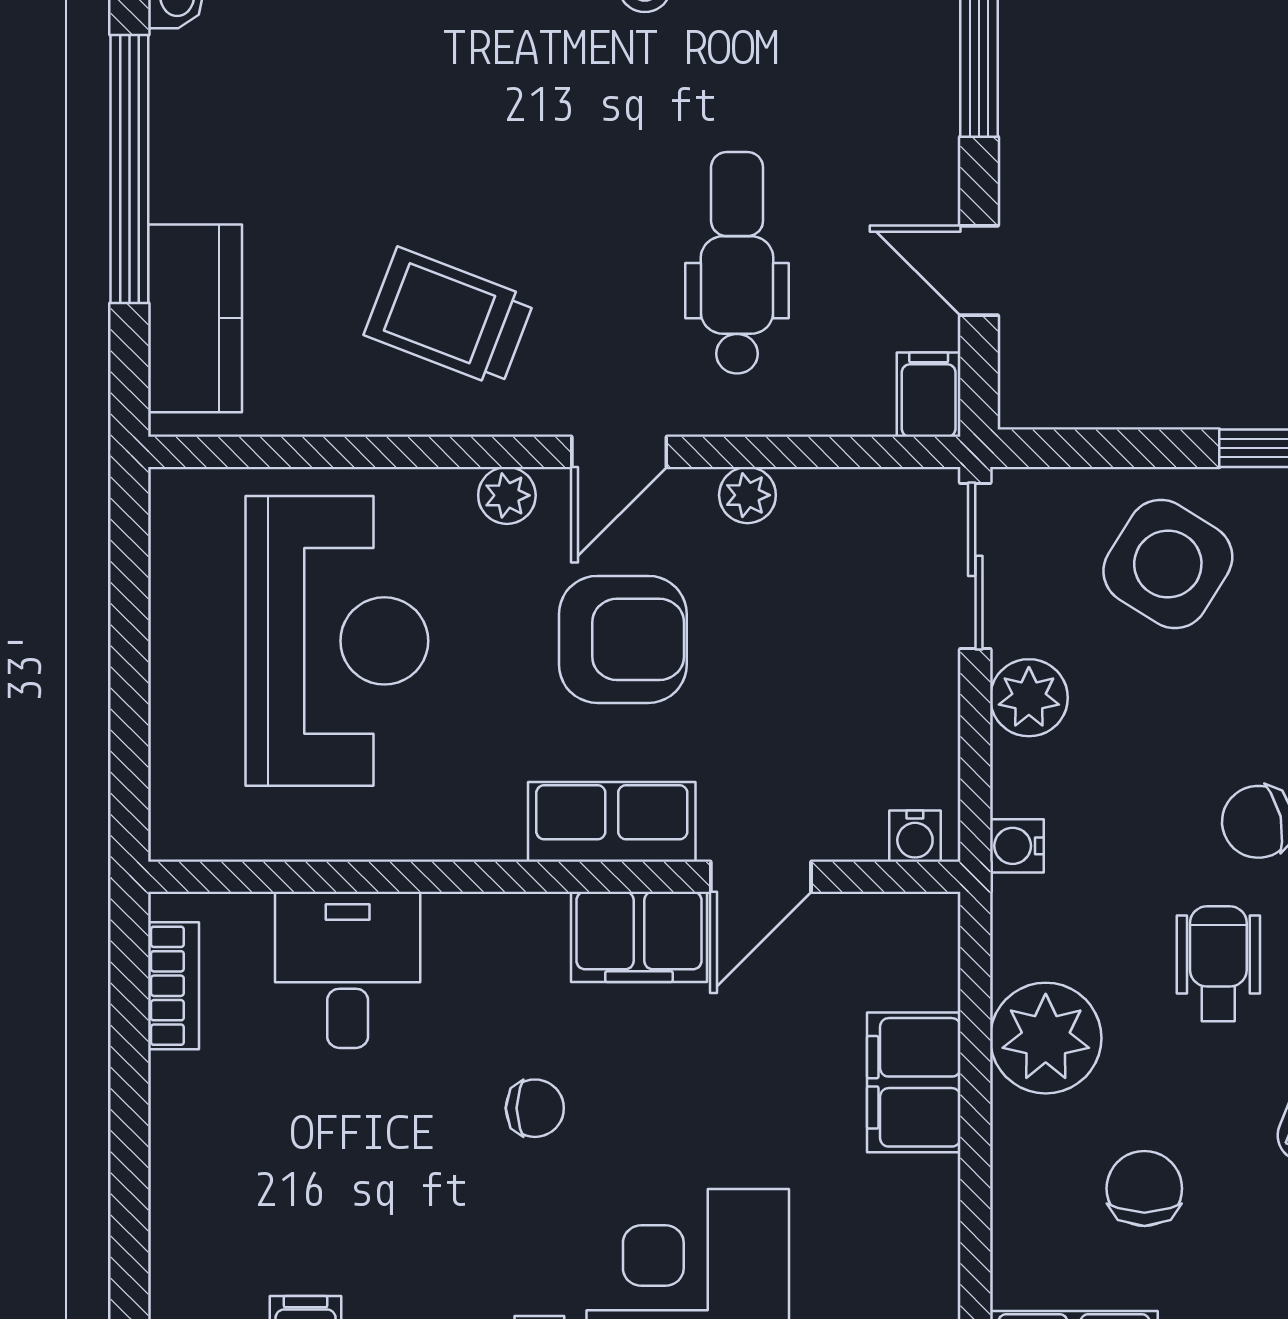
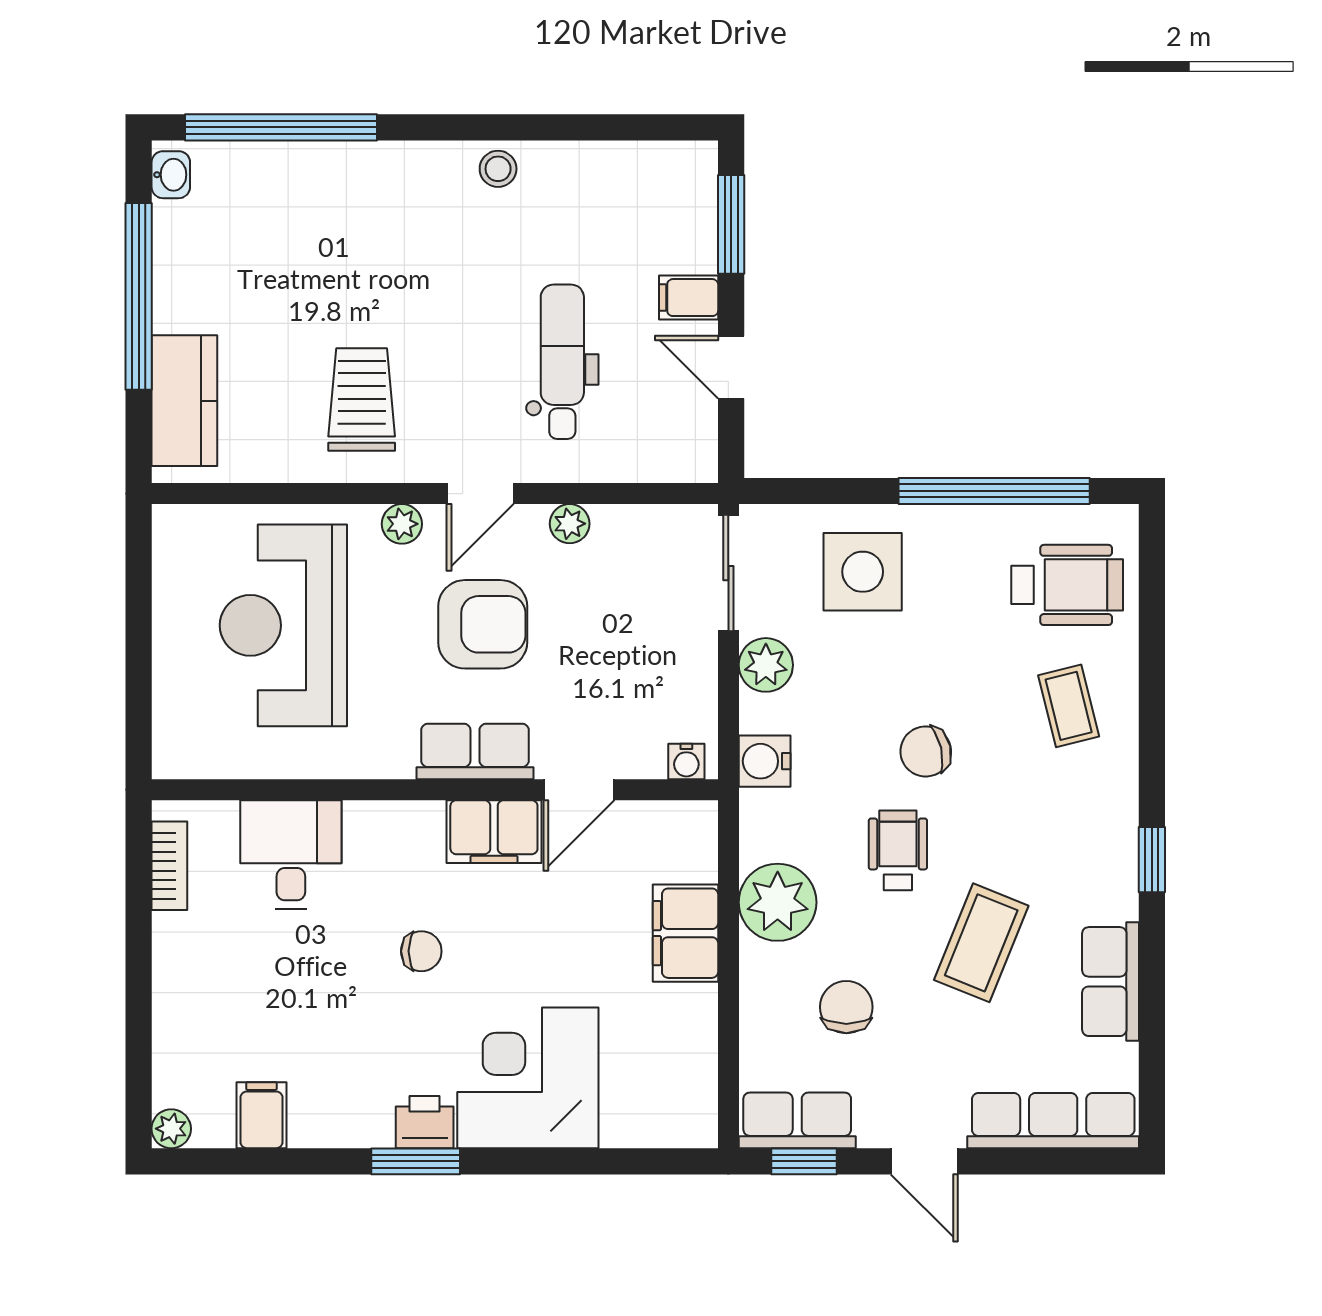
trolley: (449, 317) -> (362, 400), turned 69
filing cabinet: (929, 395) -> (689, 298), moved, turned -90
side table: (1168, 564) -> (863, 572), turned -32
reception desk: (337, 641) -> (283, 625), turned 180
water cooler: (1017, 846) -> (765, 761), width x1.38, depth x1.38

